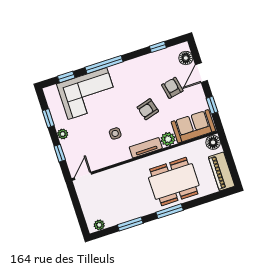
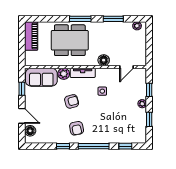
window: (158, 47) -> (63, 146), moved
door: (201, 73) -> (22, 116), hinge flipped
armchair: (172, 88) -> (77, 128), moved
corner sofa: (87, 94) -> (113, 128), removed
floor lamp: (213, 142) -> (104, 60), moved
door: (83, 176) -> (126, 67), moved

